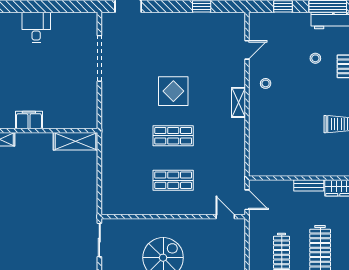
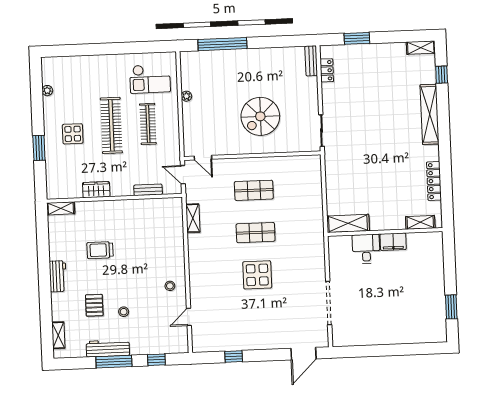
desk: (36, 27) -> (366, 249), moved, turned 180
shelving: (238, 102) -> (193, 218), moved
bench: (309, 185) -> (148, 190), moved

